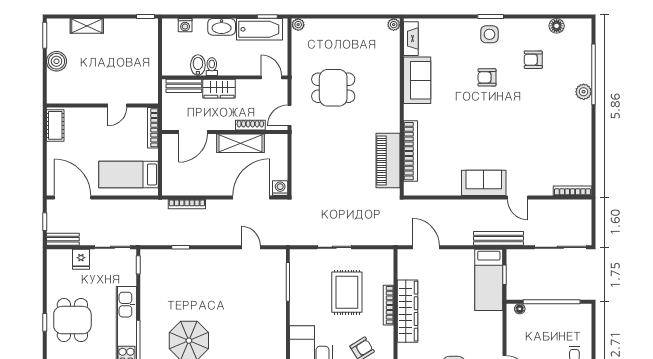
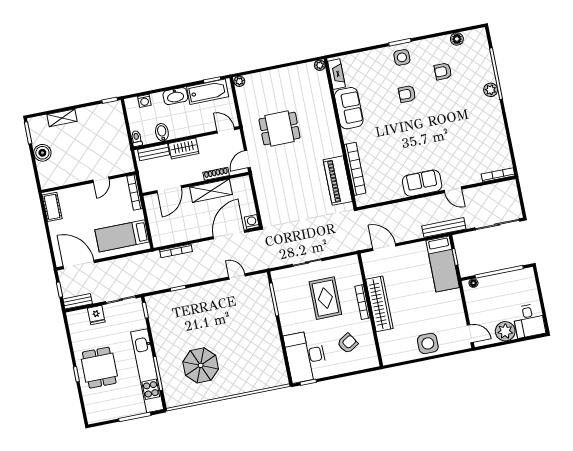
toilet: (212, 67) -> (137, 139), moved

